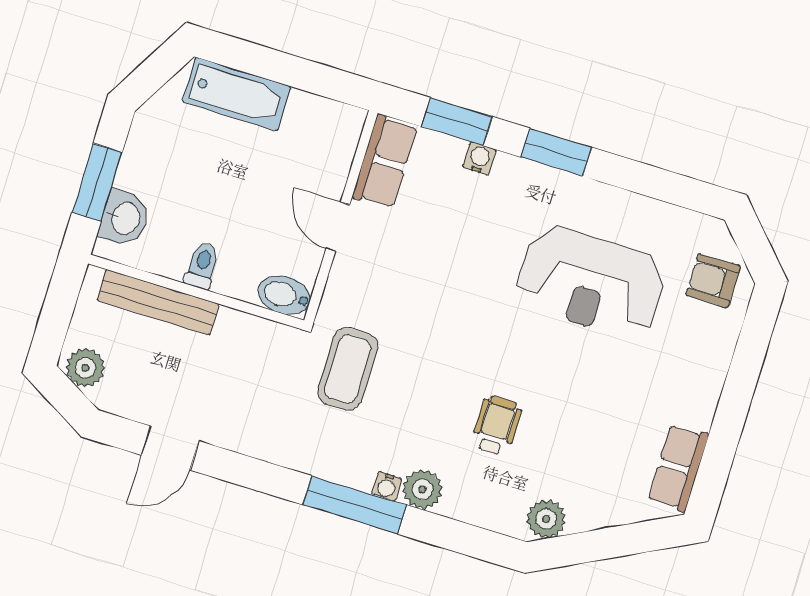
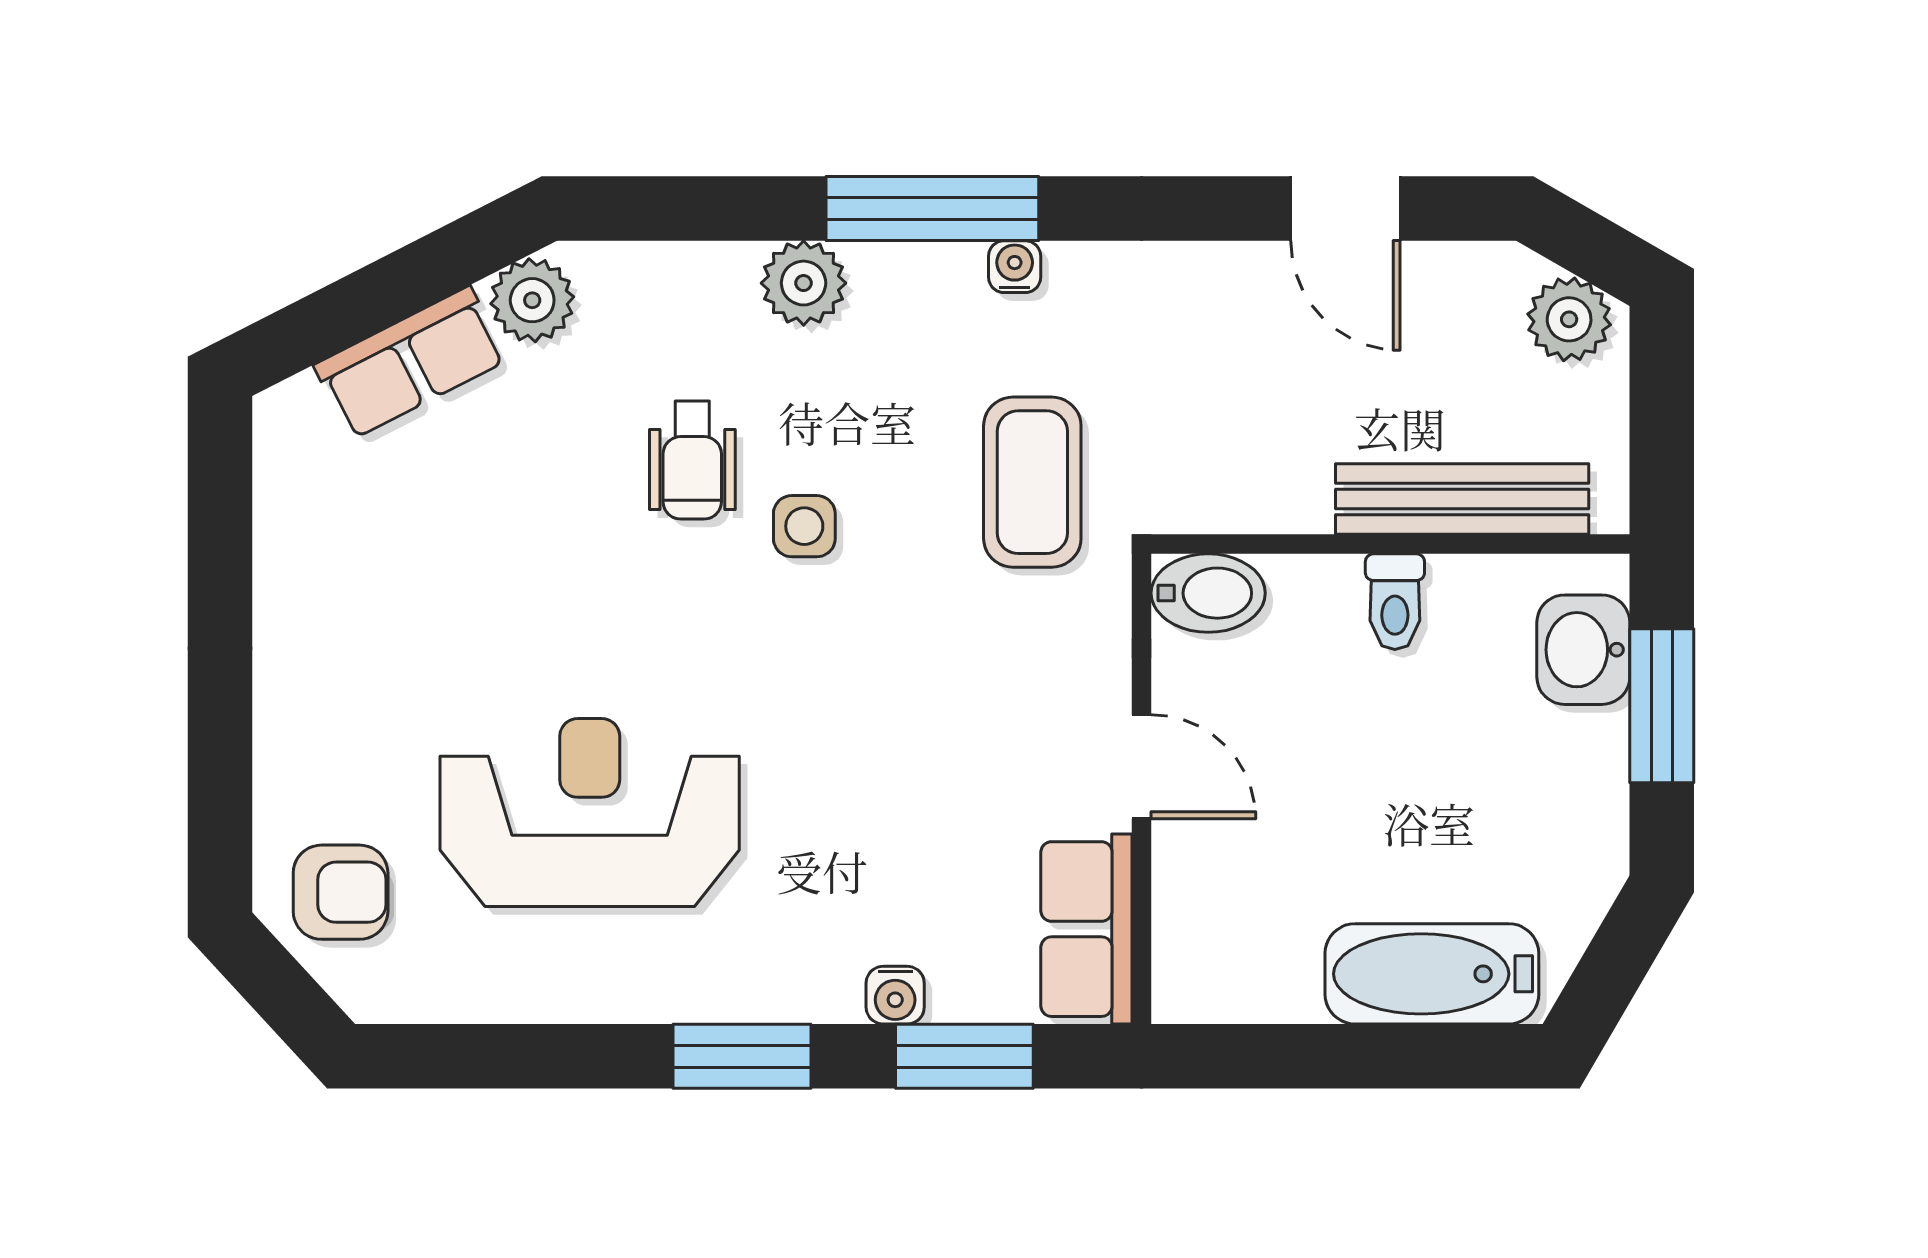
side table: (456, 381) -> (804, 526), added
door: (170, 448) -> (1345, 209), swing flipped
row of seats: (678, 468) -> (411, 363), moved, turned 63
water cooler: (387, 486) -> (1015, 267), moved

